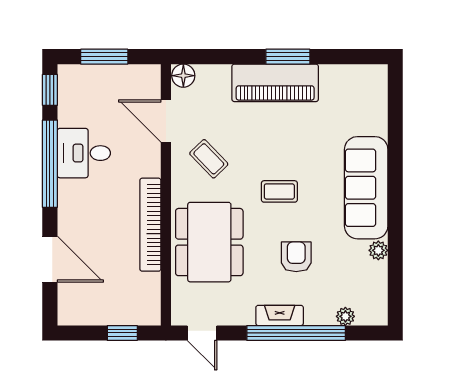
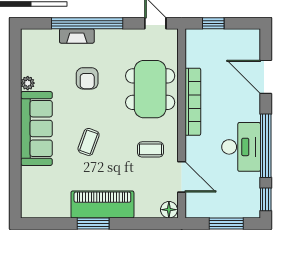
desk: (84, 153) -> (241, 147), width x1.37
coffee table: (209, 159) -> (150, 149), turned -46
coffee table: (279, 191) -> (89, 142), moved, turned -70
fireplace: (280, 315) -> (77, 36), moved
plant: (345, 316) -> (52, 35), removed

